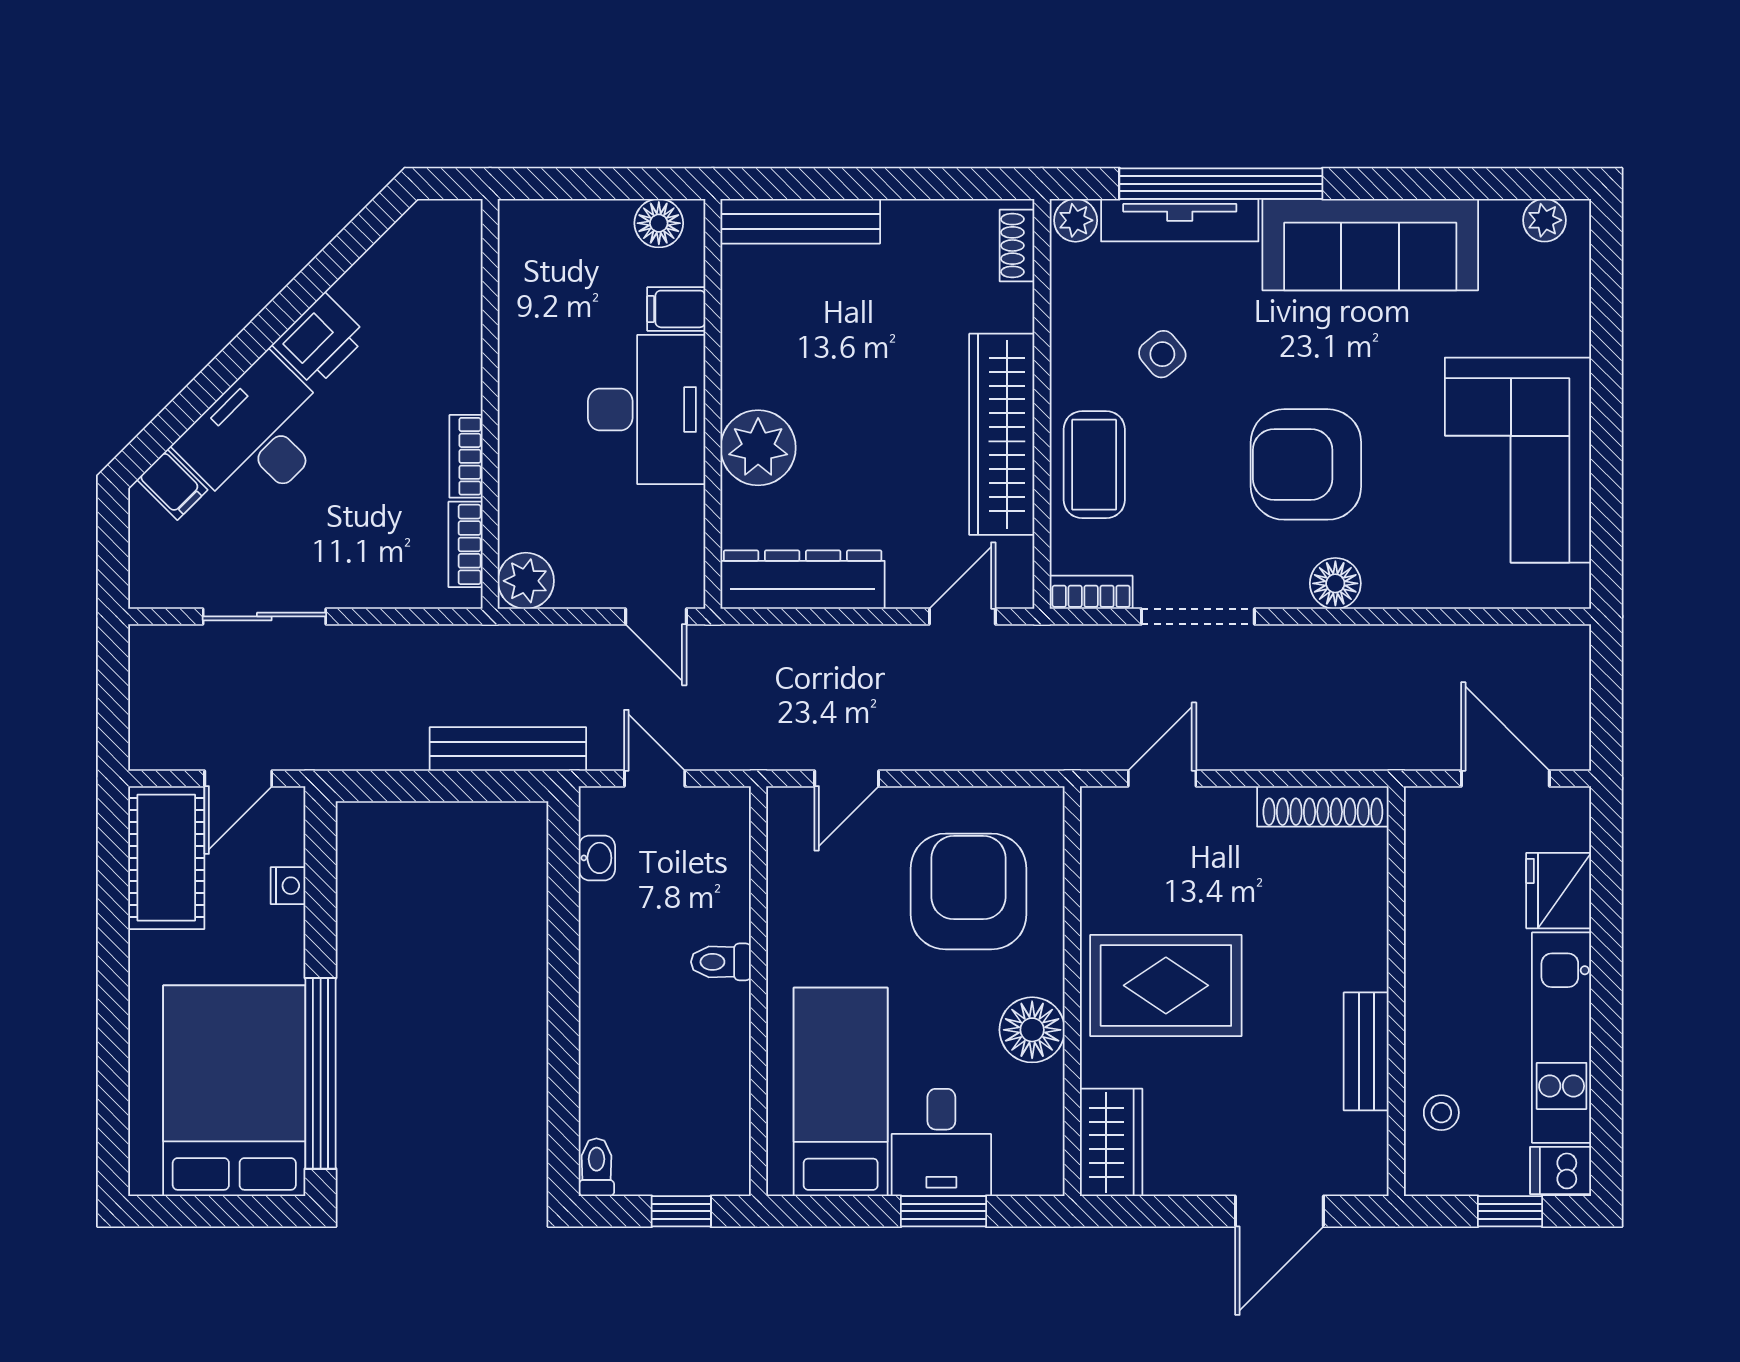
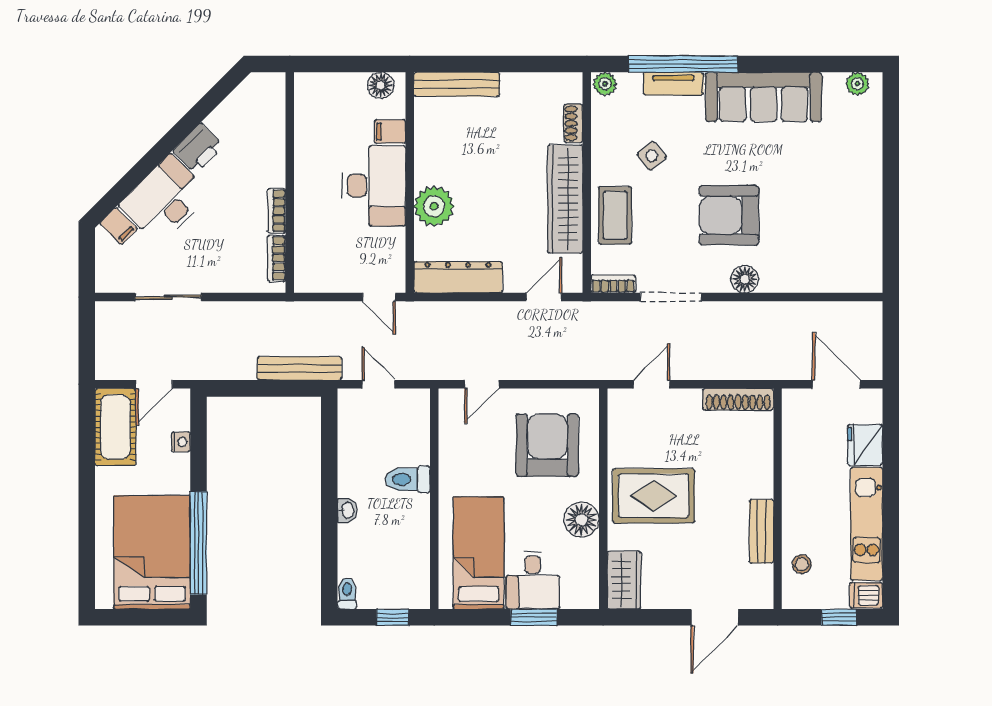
tv unit: (1180, 220) -> (673, 84), width x0.71
shoe rack: (1017, 246) -> (573, 123), moved
corner sofa: (1518, 460) -> (843, 213), removed
plant: (526, 581) -> (309, 278), removed
washbasin: (597, 858) -> (347, 510), moved
toilet: (721, 962) -> (408, 479), width x1.37, depth x1.39

